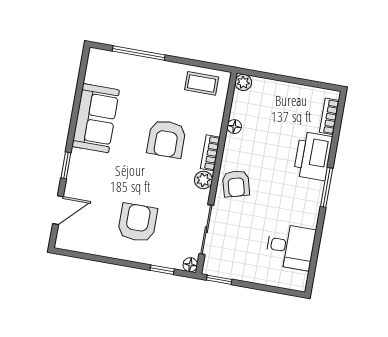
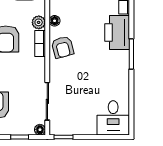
plant: (203, 180) -> (39, 22), moved
armchair: (236, 184) -> (63, 47), moved
desk: (290, 247) -> (113, 118), moved, turned 90

